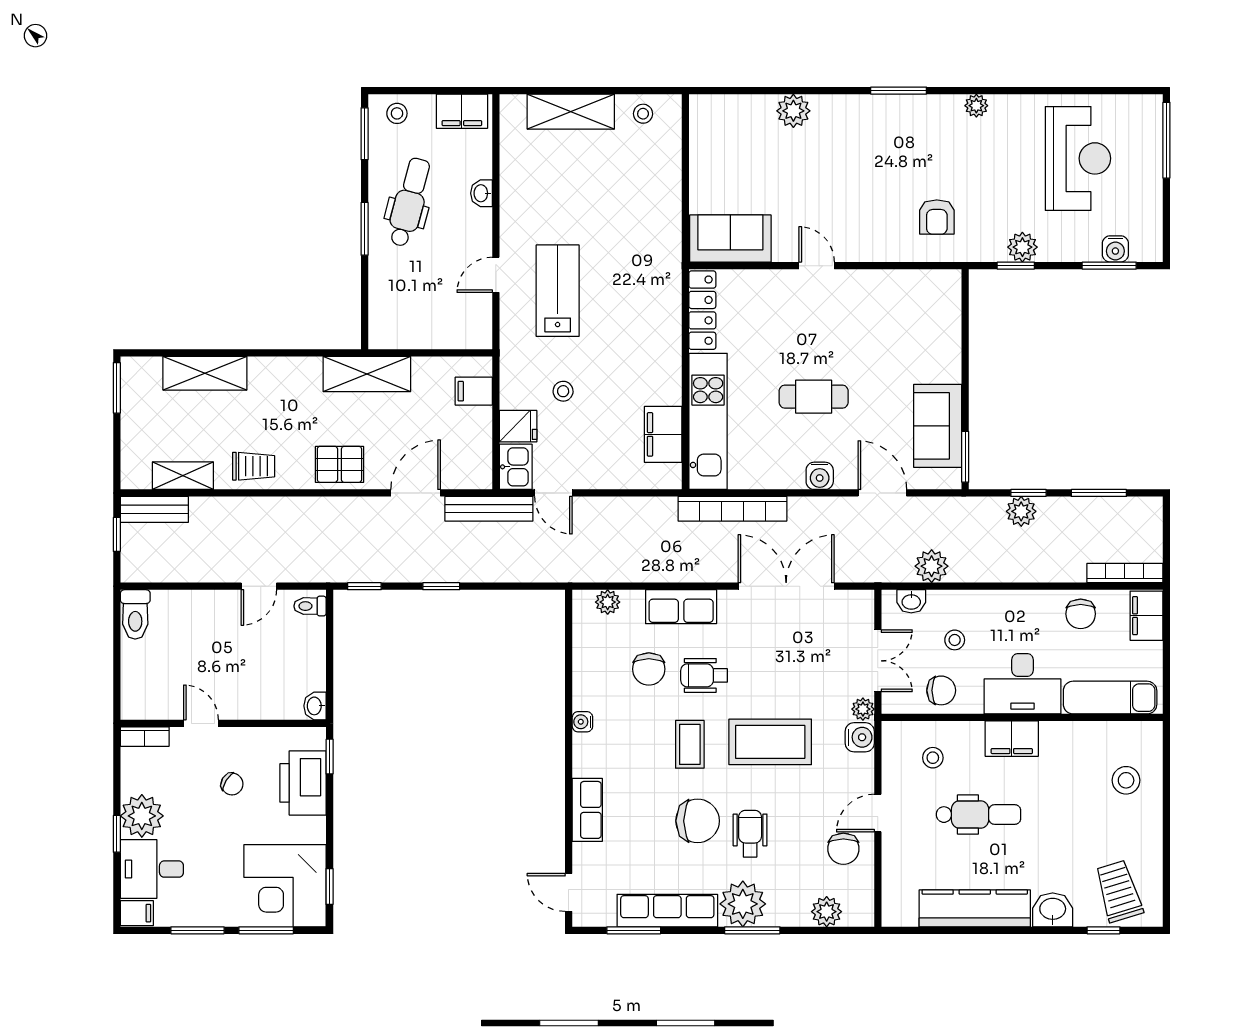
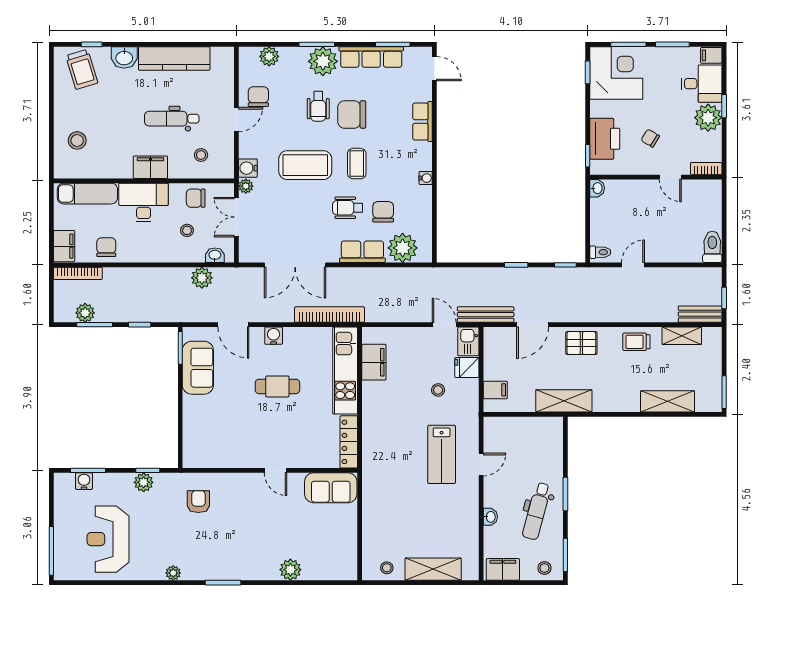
plant: (1021, 511) -> (85, 313), moved
plant: (608, 602) -> (403, 248), width x1.88, depth x1.88
wheelchair: (704, 675) -> (348, 208), turned 180

